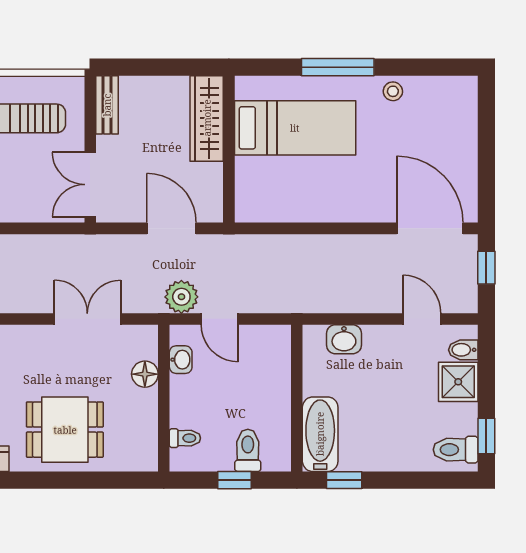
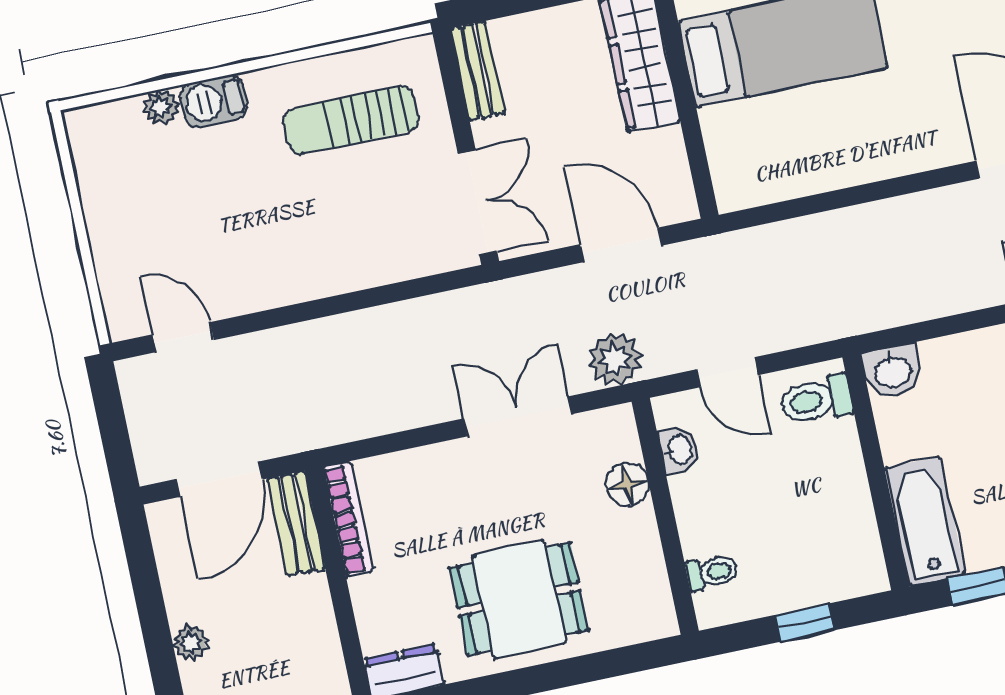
double door: (90, 185) -> (477, 203), swing flipped
plant: (181, 297) -> (615, 359), moved
washbasin: (344, 339) -> (893, 371), moved
toilet: (248, 450) -> (816, 400), moved, turned -90

